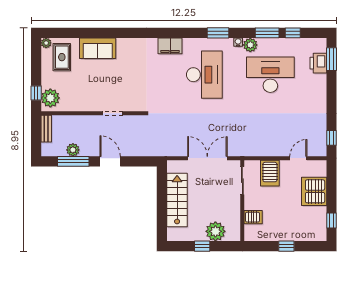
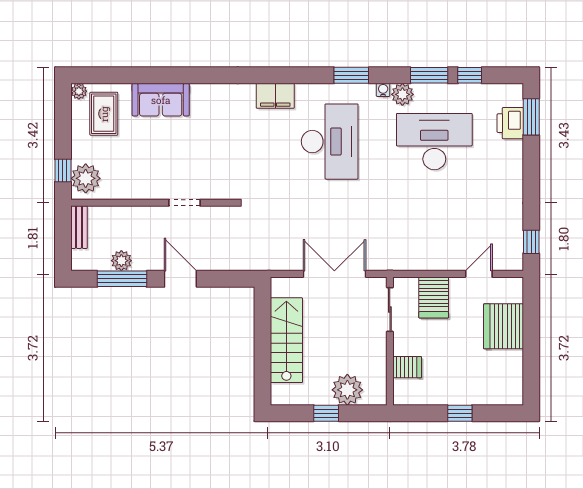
window: (332, 220) -> (531, 373), removed

